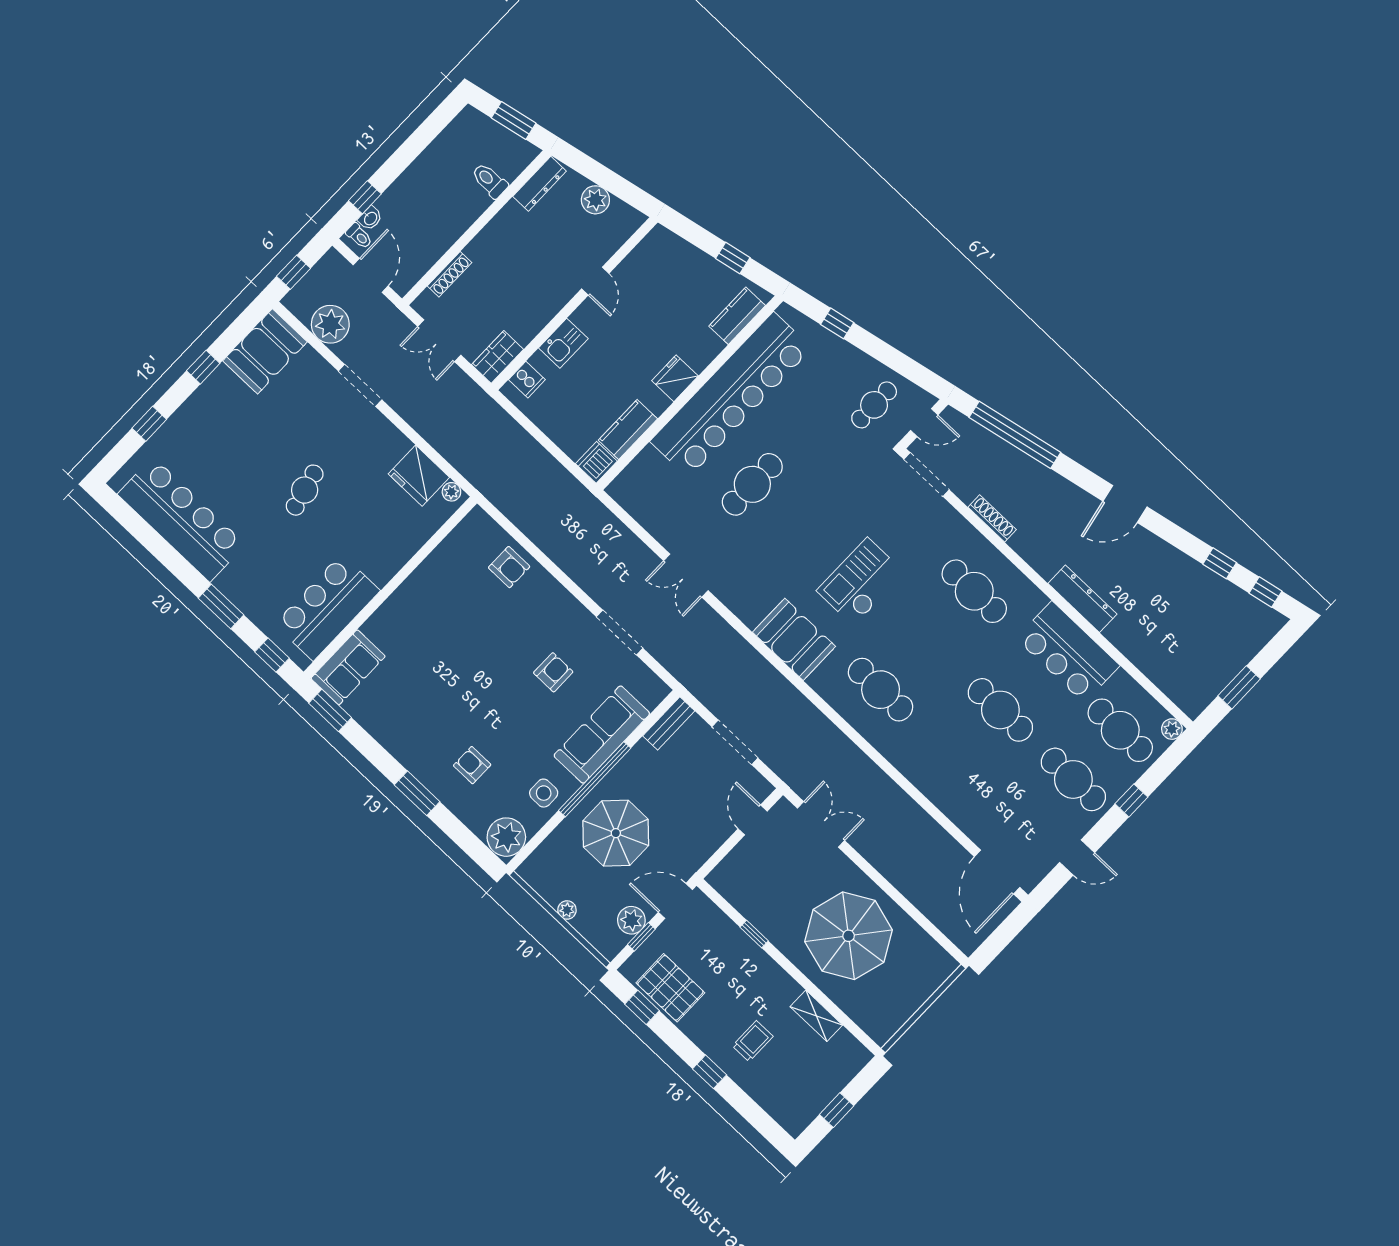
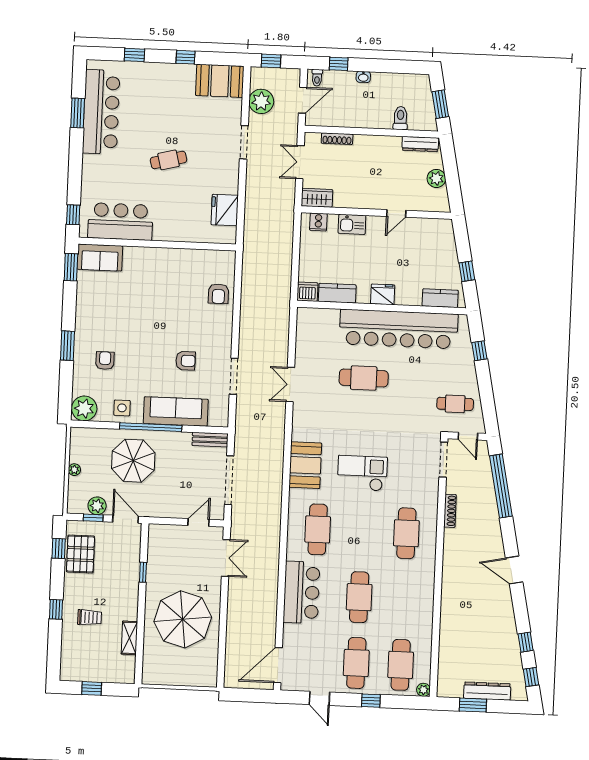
washbasin: (370, 218) -> (363, 77), moved
plant: (451, 492) -> (231, 233), removed
dresser: (1082, 599) -> (487, 691), moved, turned -90
window: (221, 606) -> (78, 113), moved
bar counter: (1068, 652) -> (301, 592), moved, turned 180
doorway: (735, 742) -> (229, 480), width x1.36

